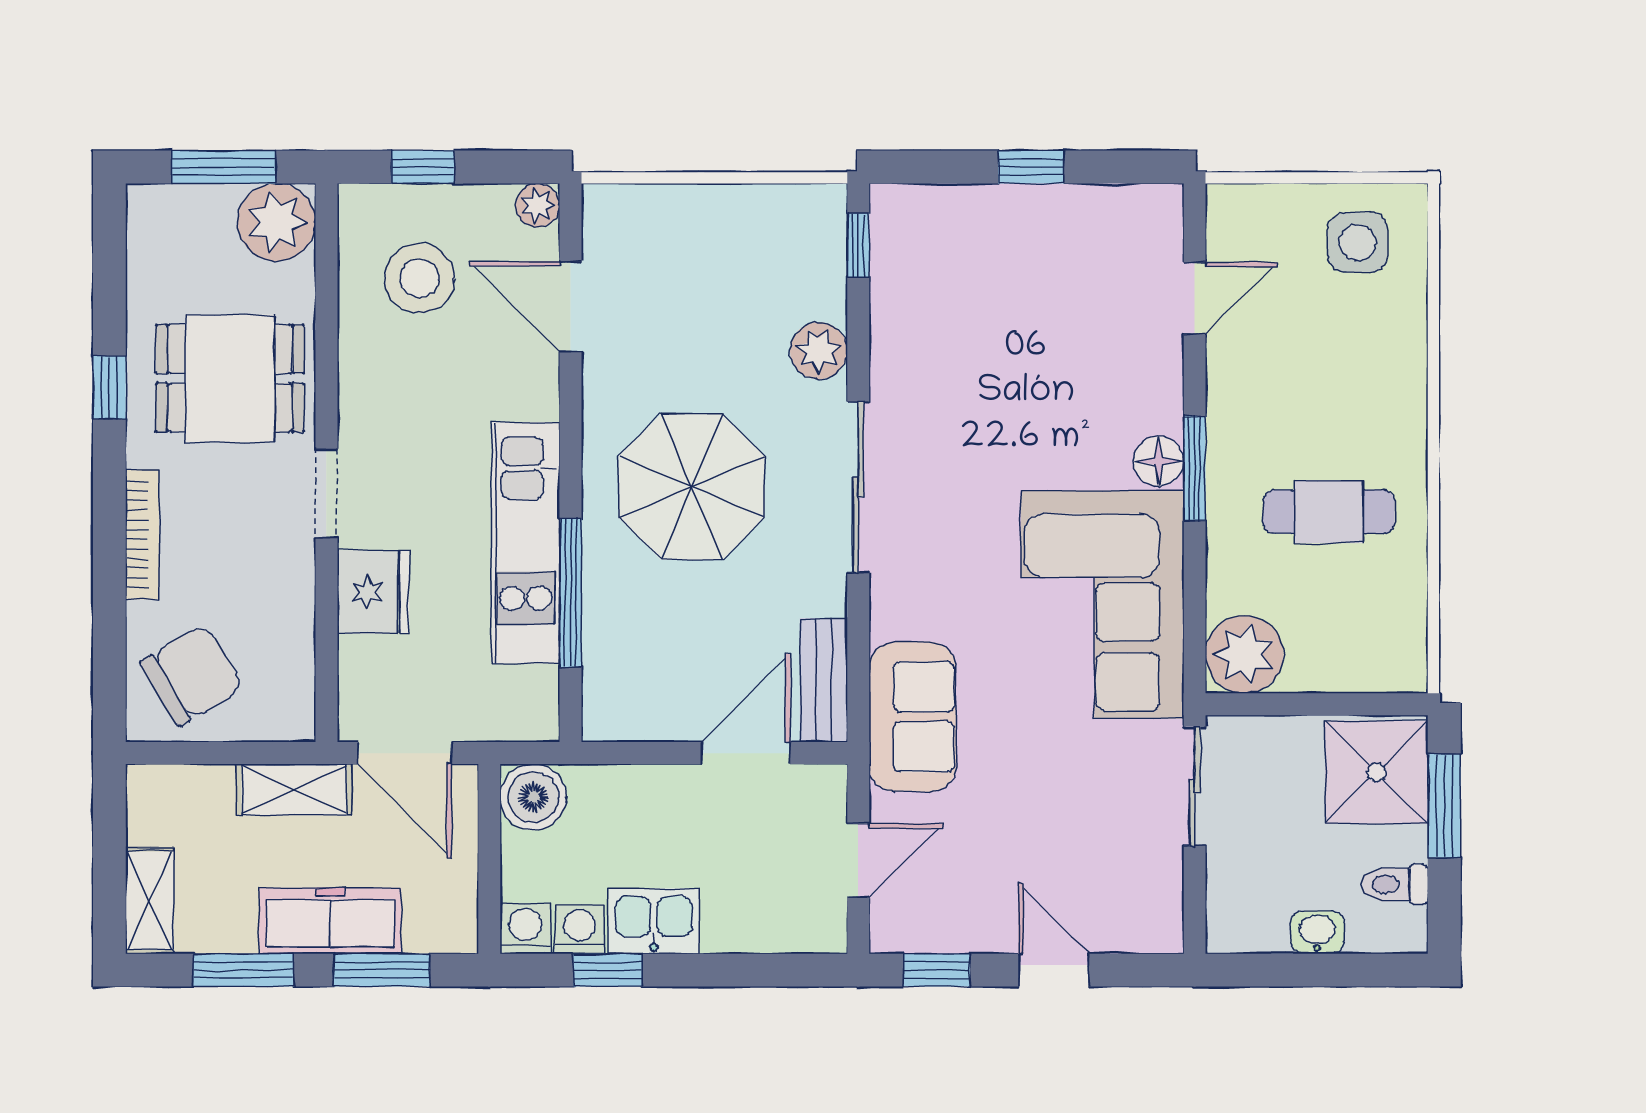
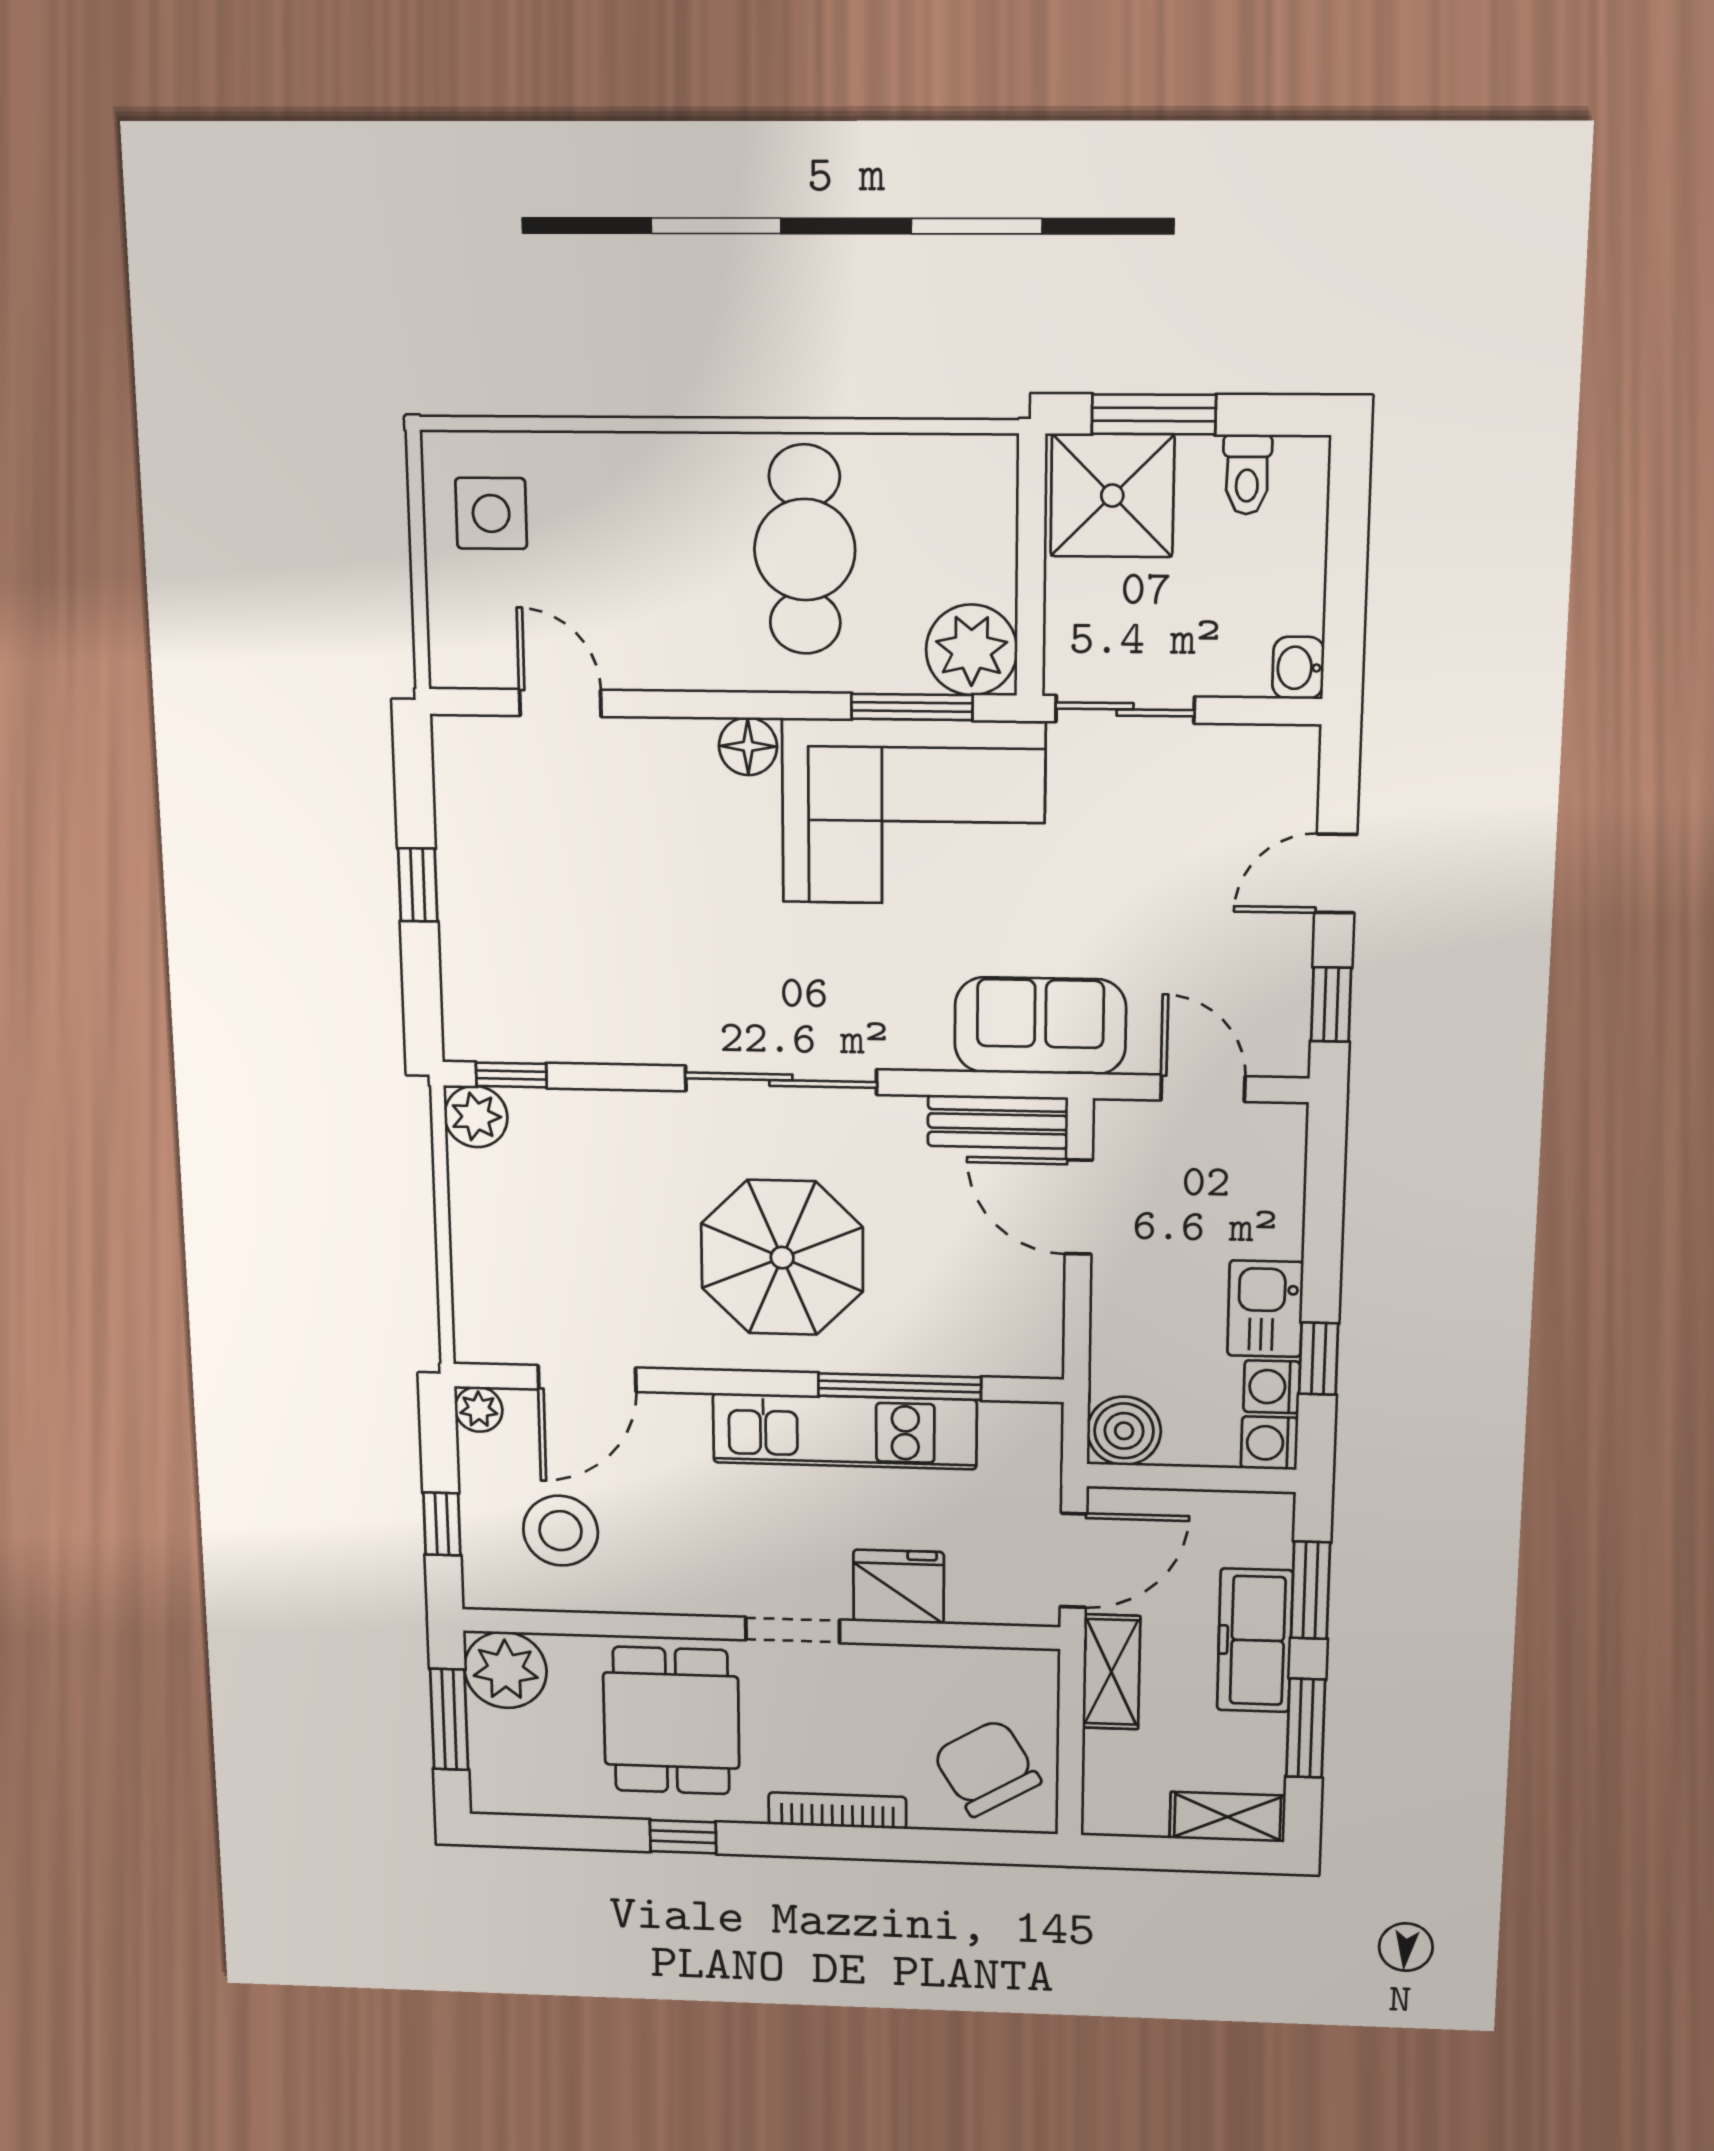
plant: (819, 351) -> (476, 1117), moved
window: (1195, 468) -> (912, 707), moved
cafe table: (1329, 512) -> (805, 550), width x1.37, depth x1.35
washbasin: (1317, 932) -> (1298, 668), moved

